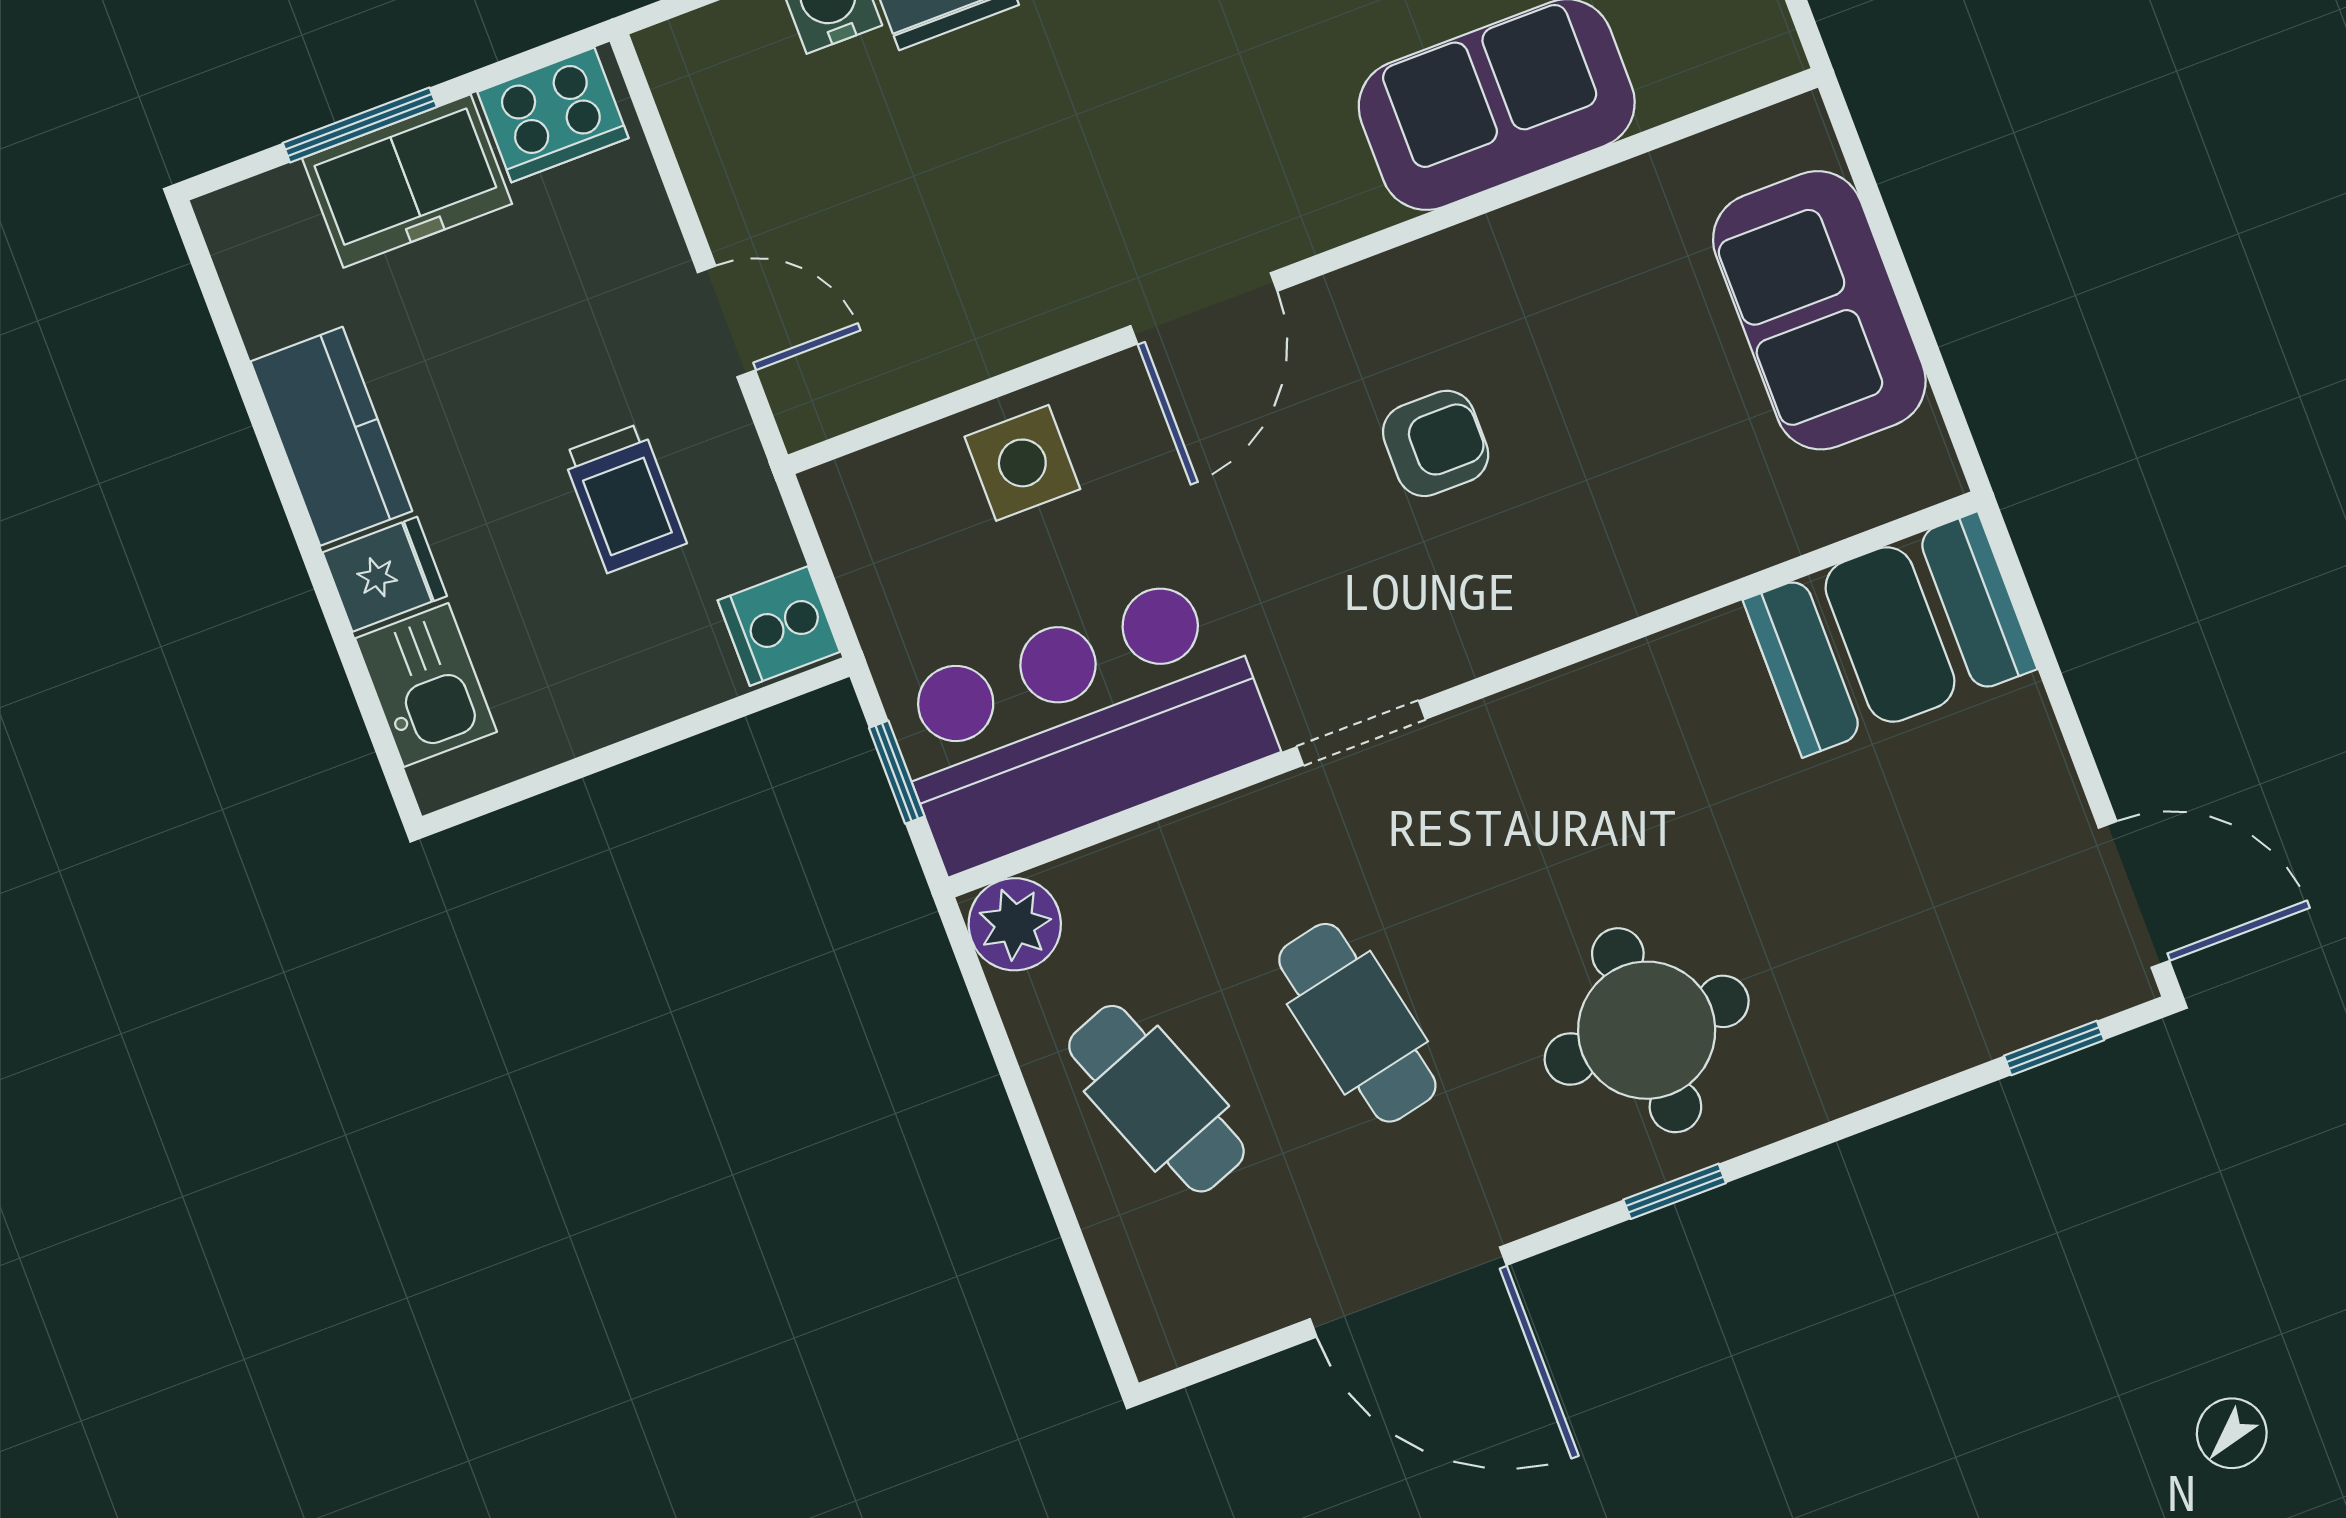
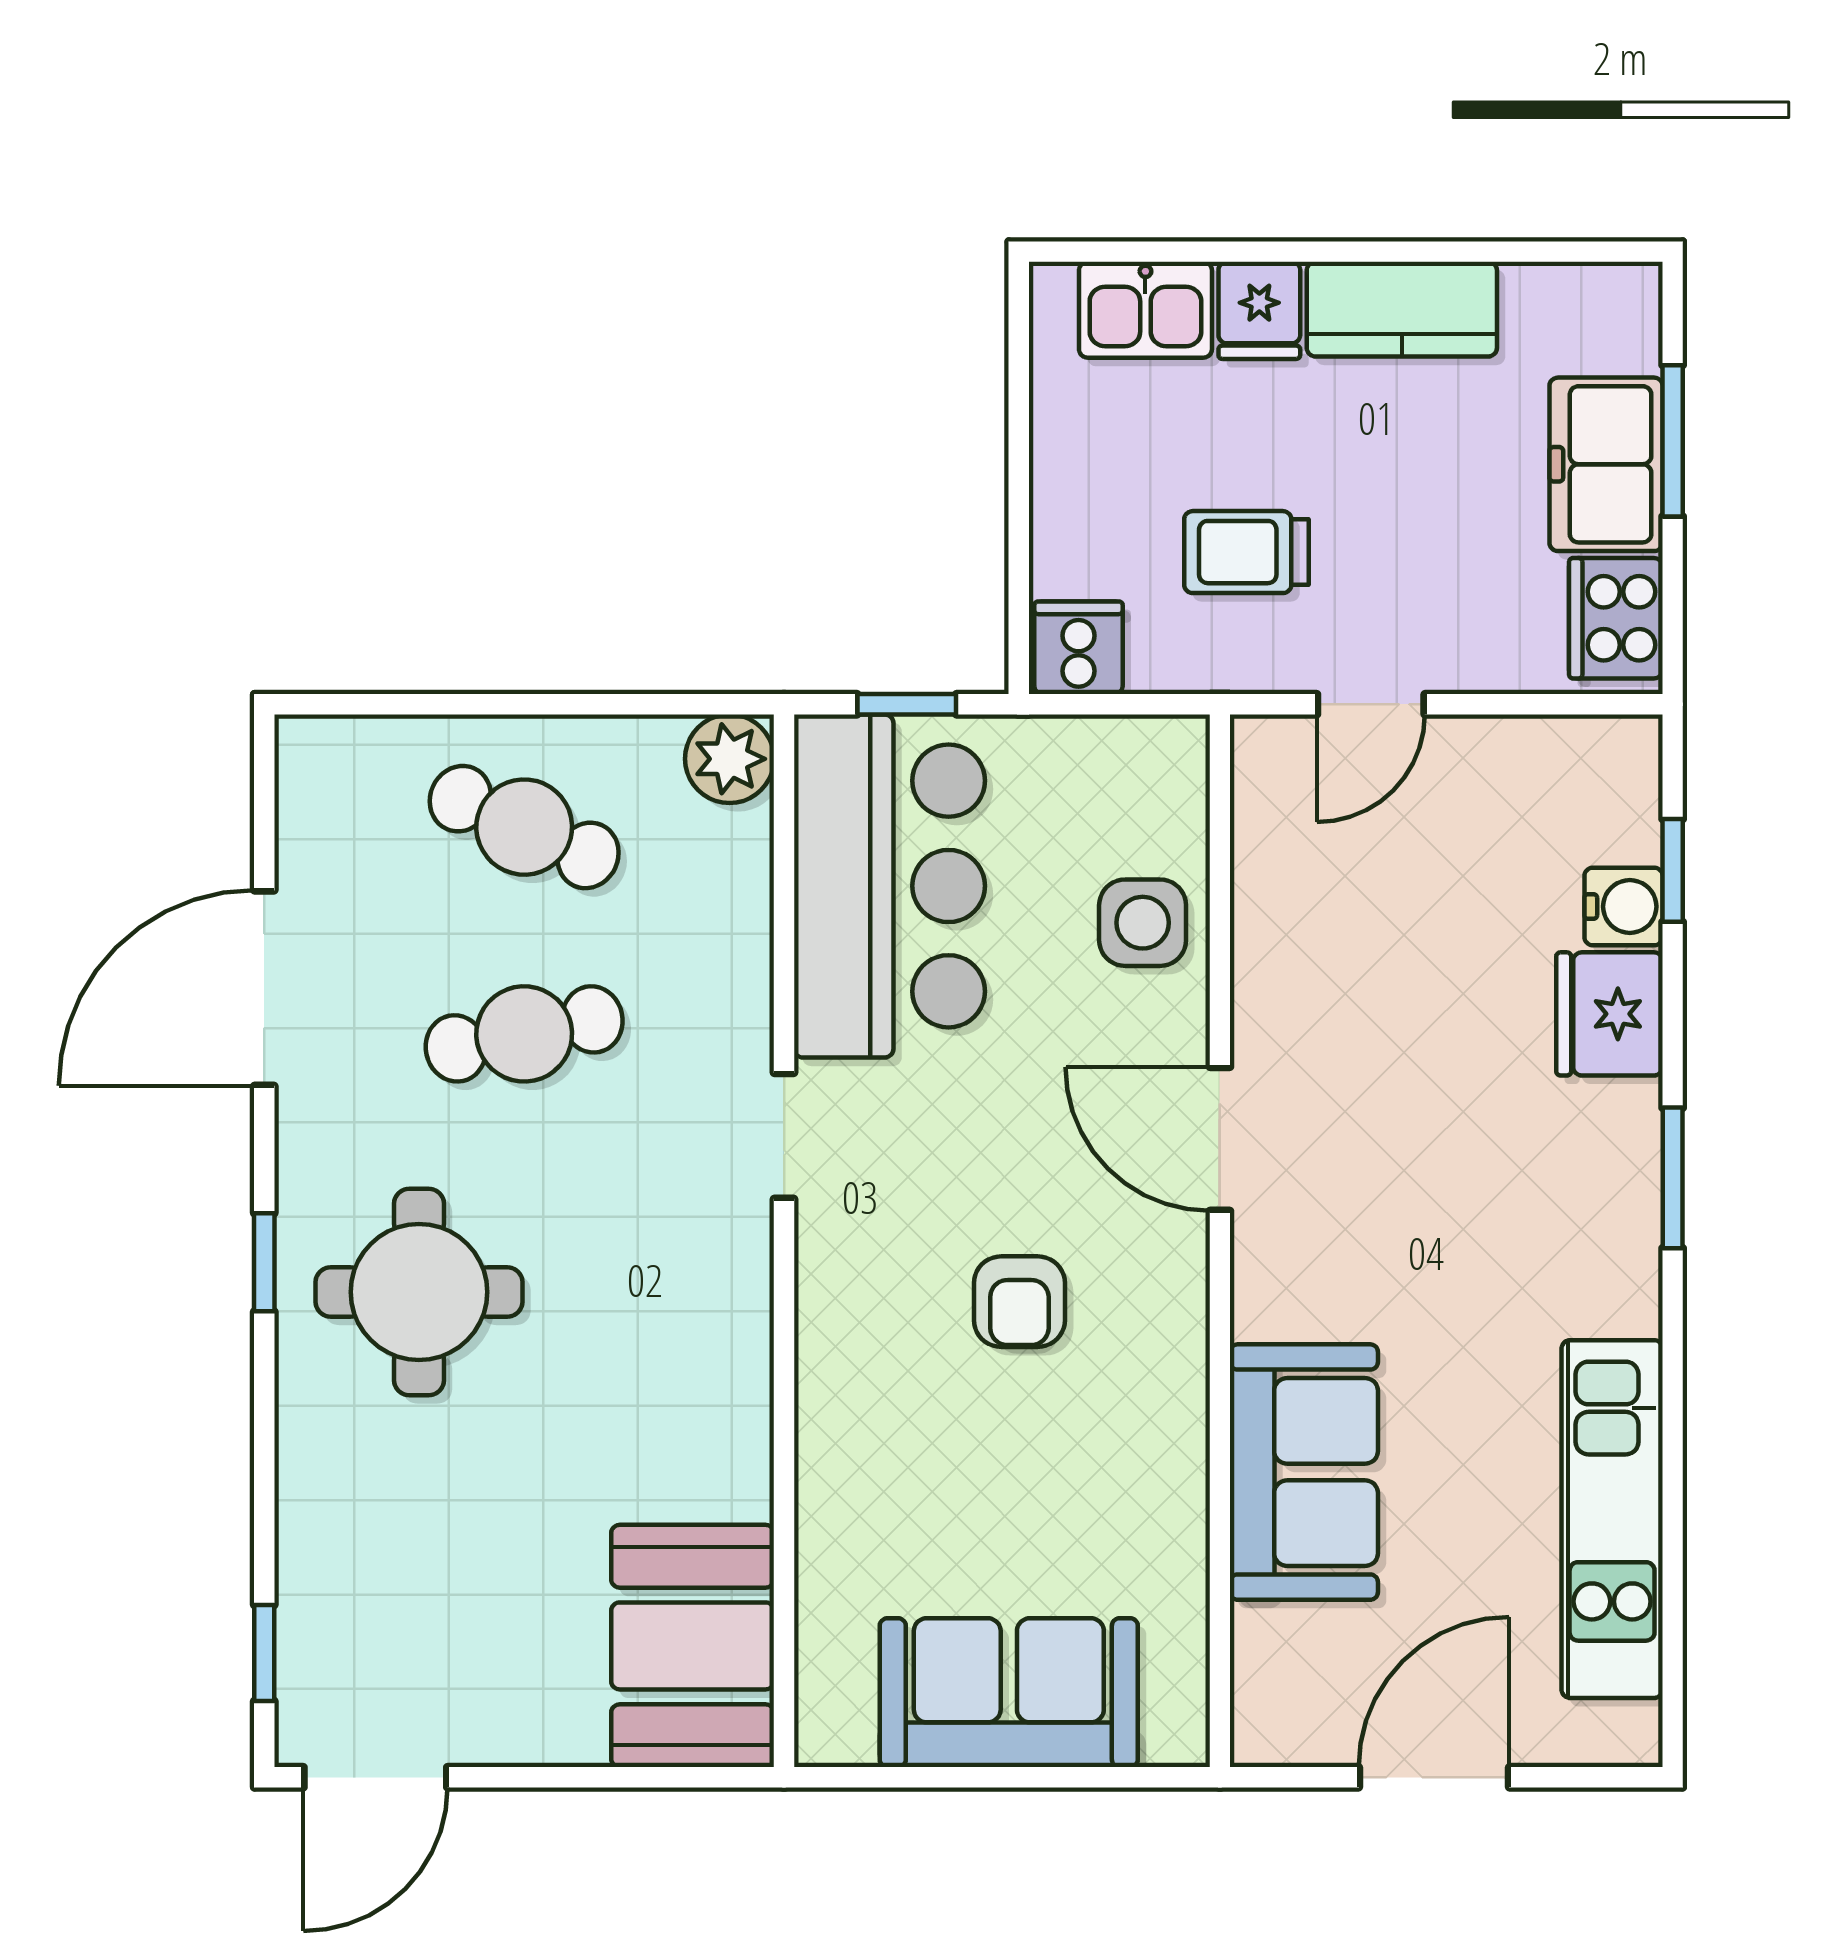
cafe table: (1156, 1099) -> (524, 827), turned 45

